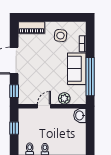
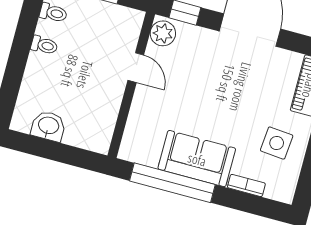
plant: (64, 98) -> (163, 33), moved
washbasin: (80, 115) -> (48, 126), moved

